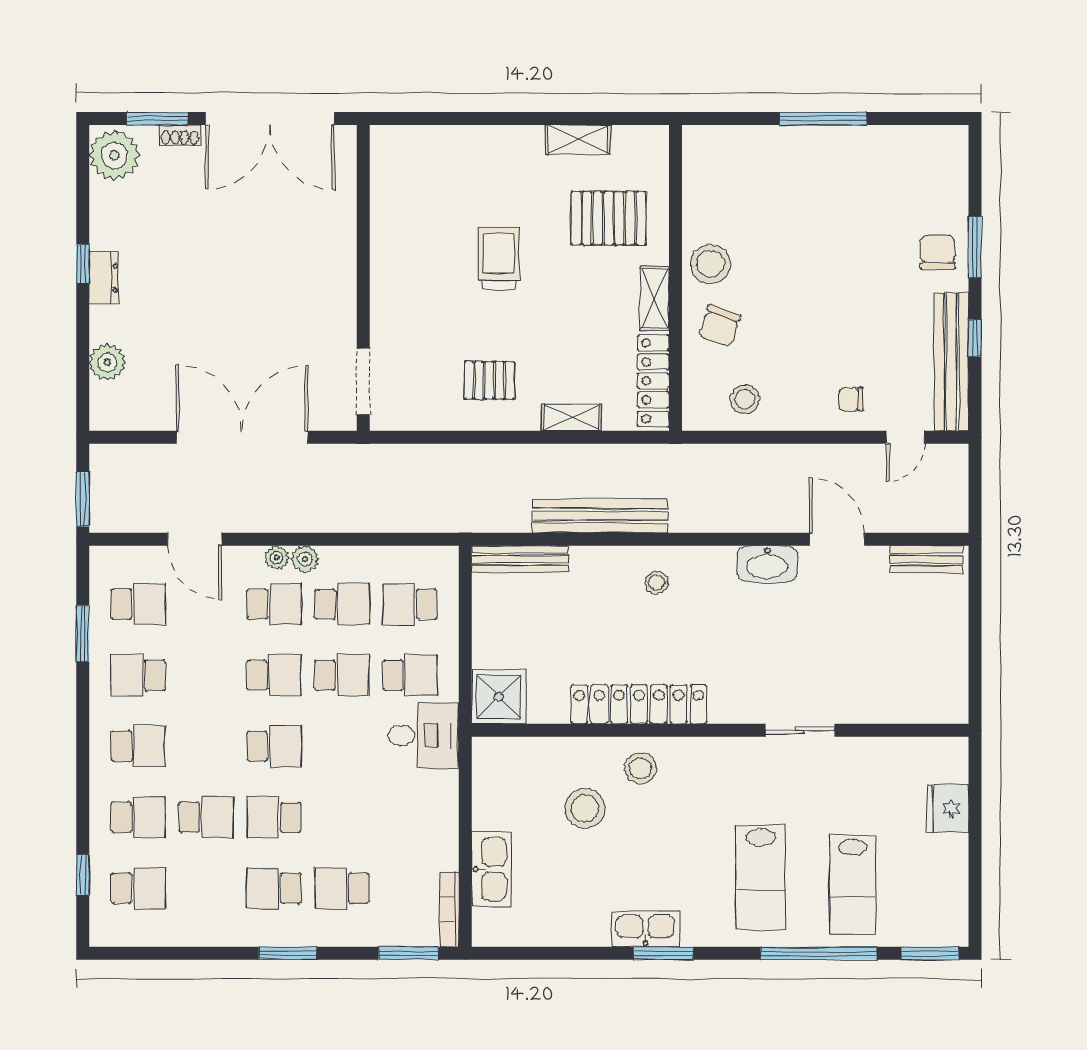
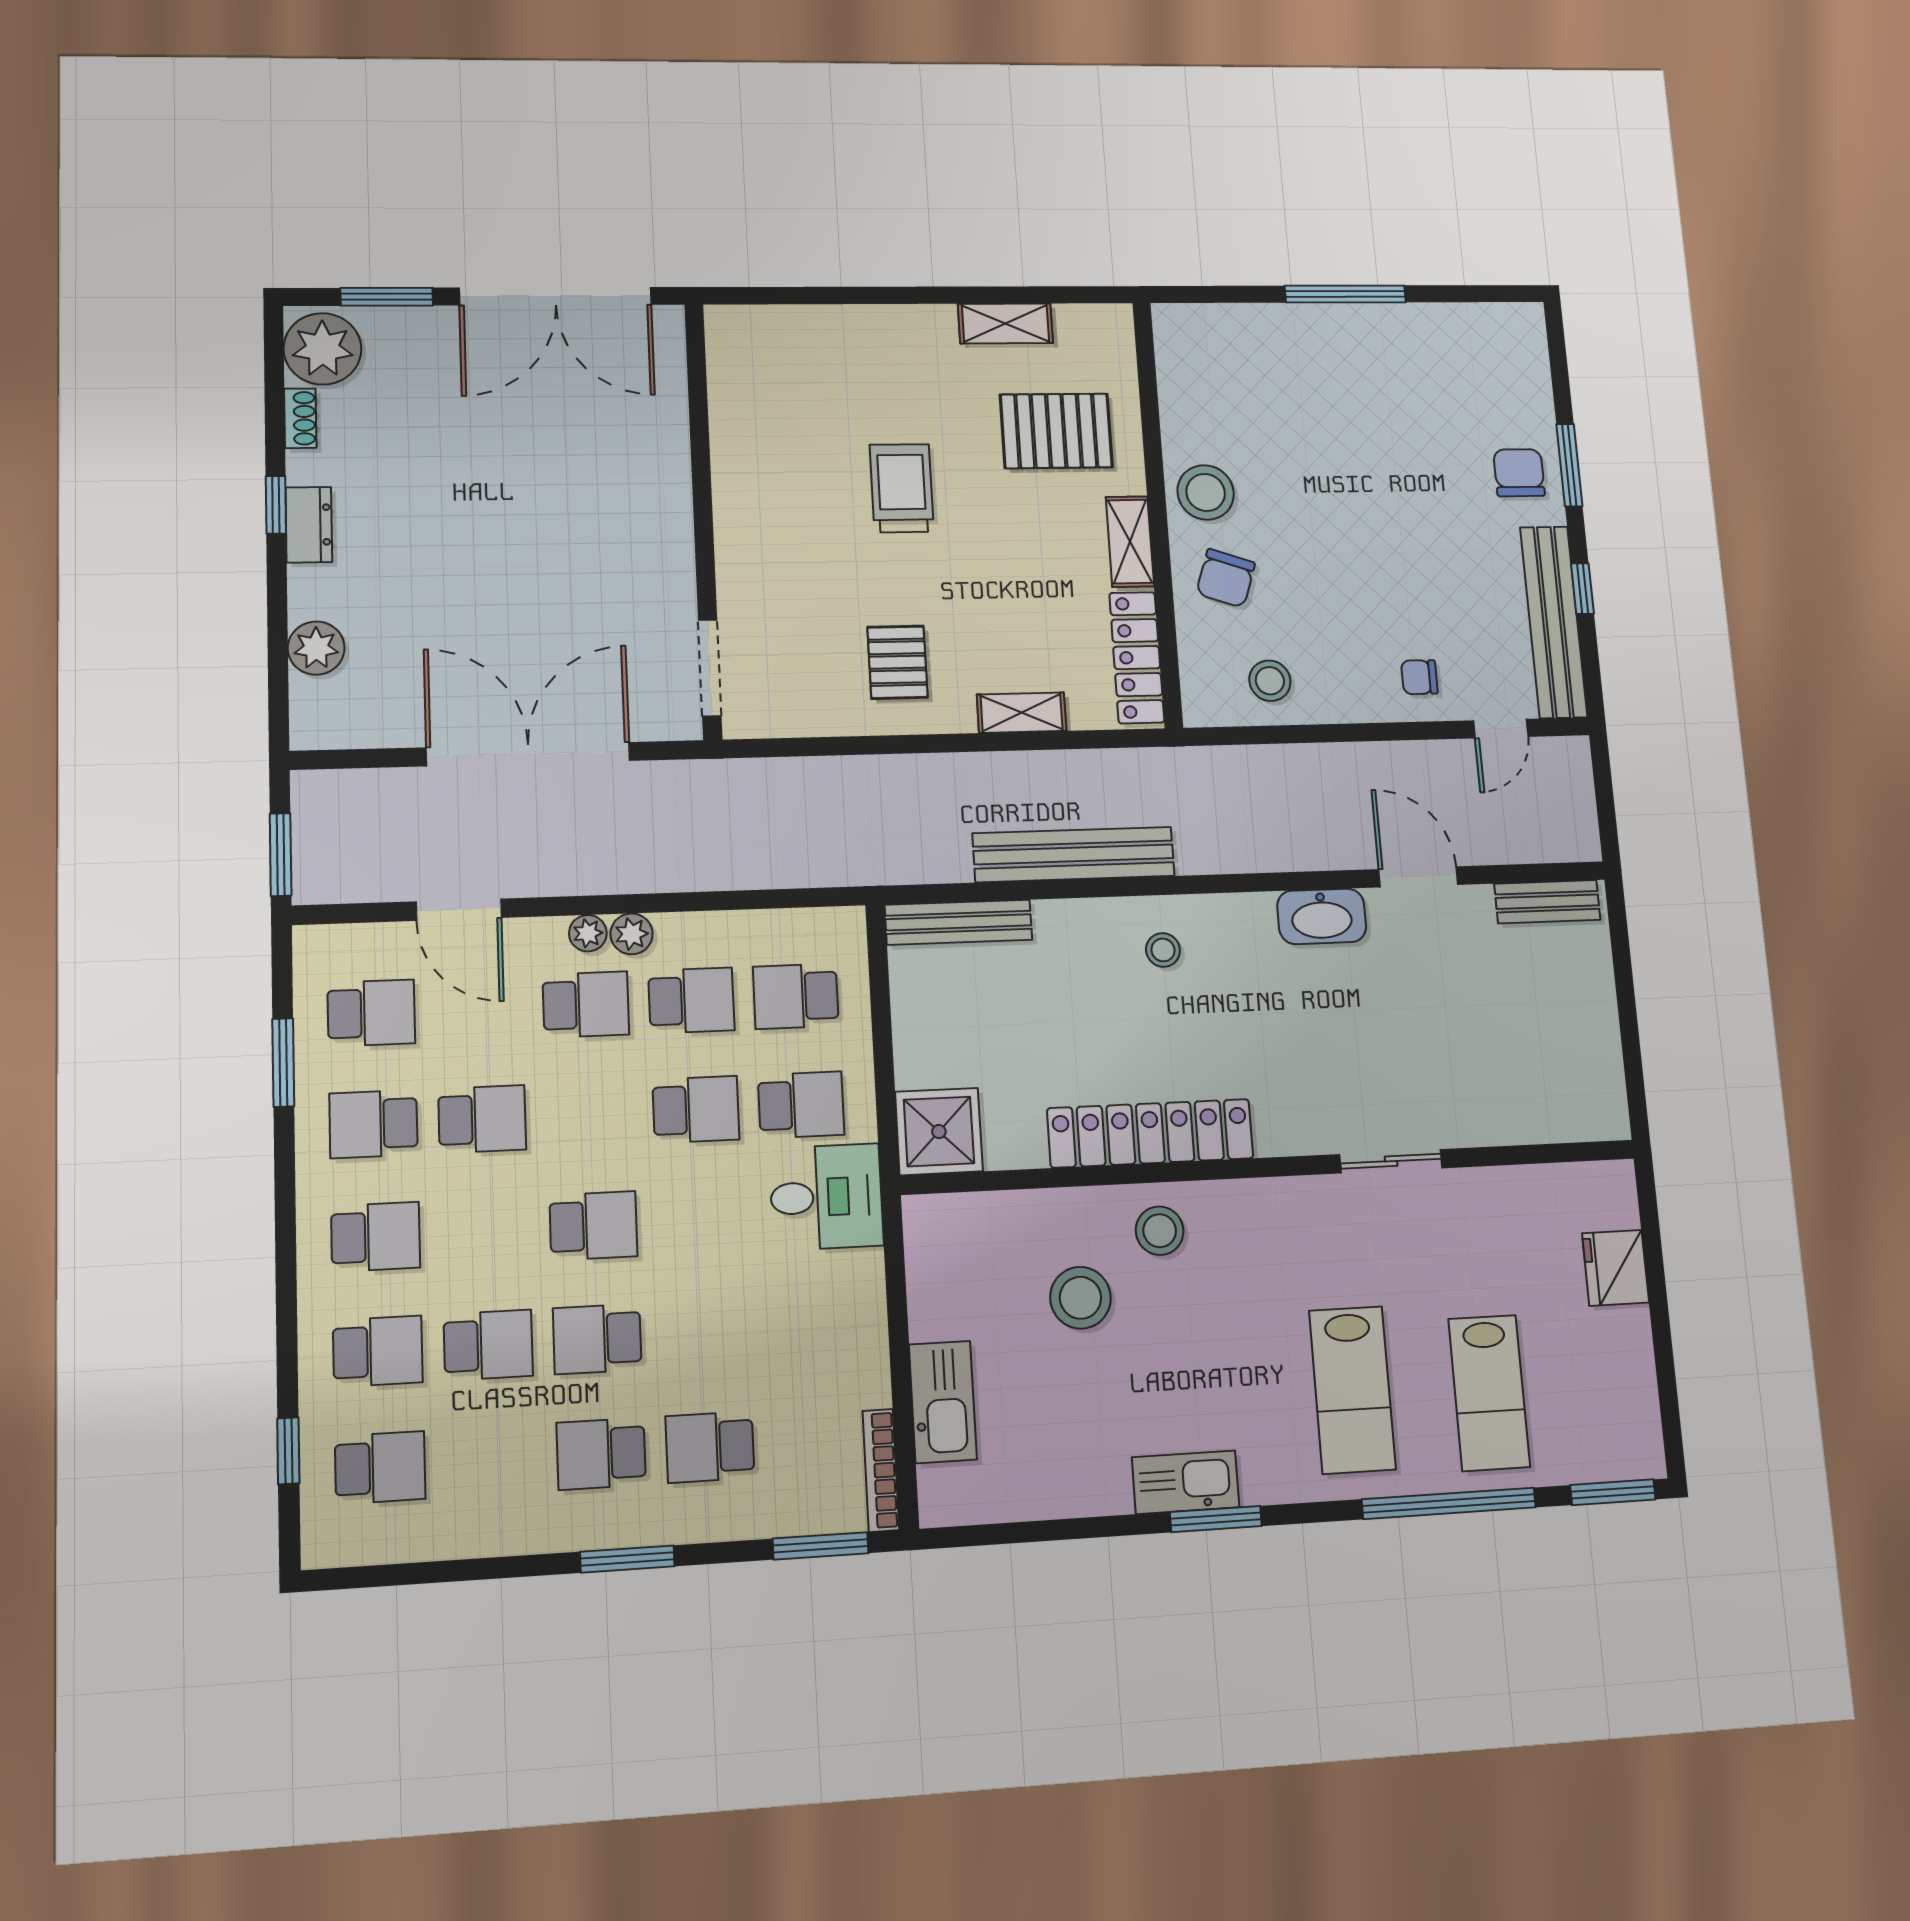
shoe rack: (180, 135) -> (300, 418), moved, turned -90
pallet: (489, 380) -> (897, 662), turned 90
school desk: (274, 675) -> (482, 1119), moved

